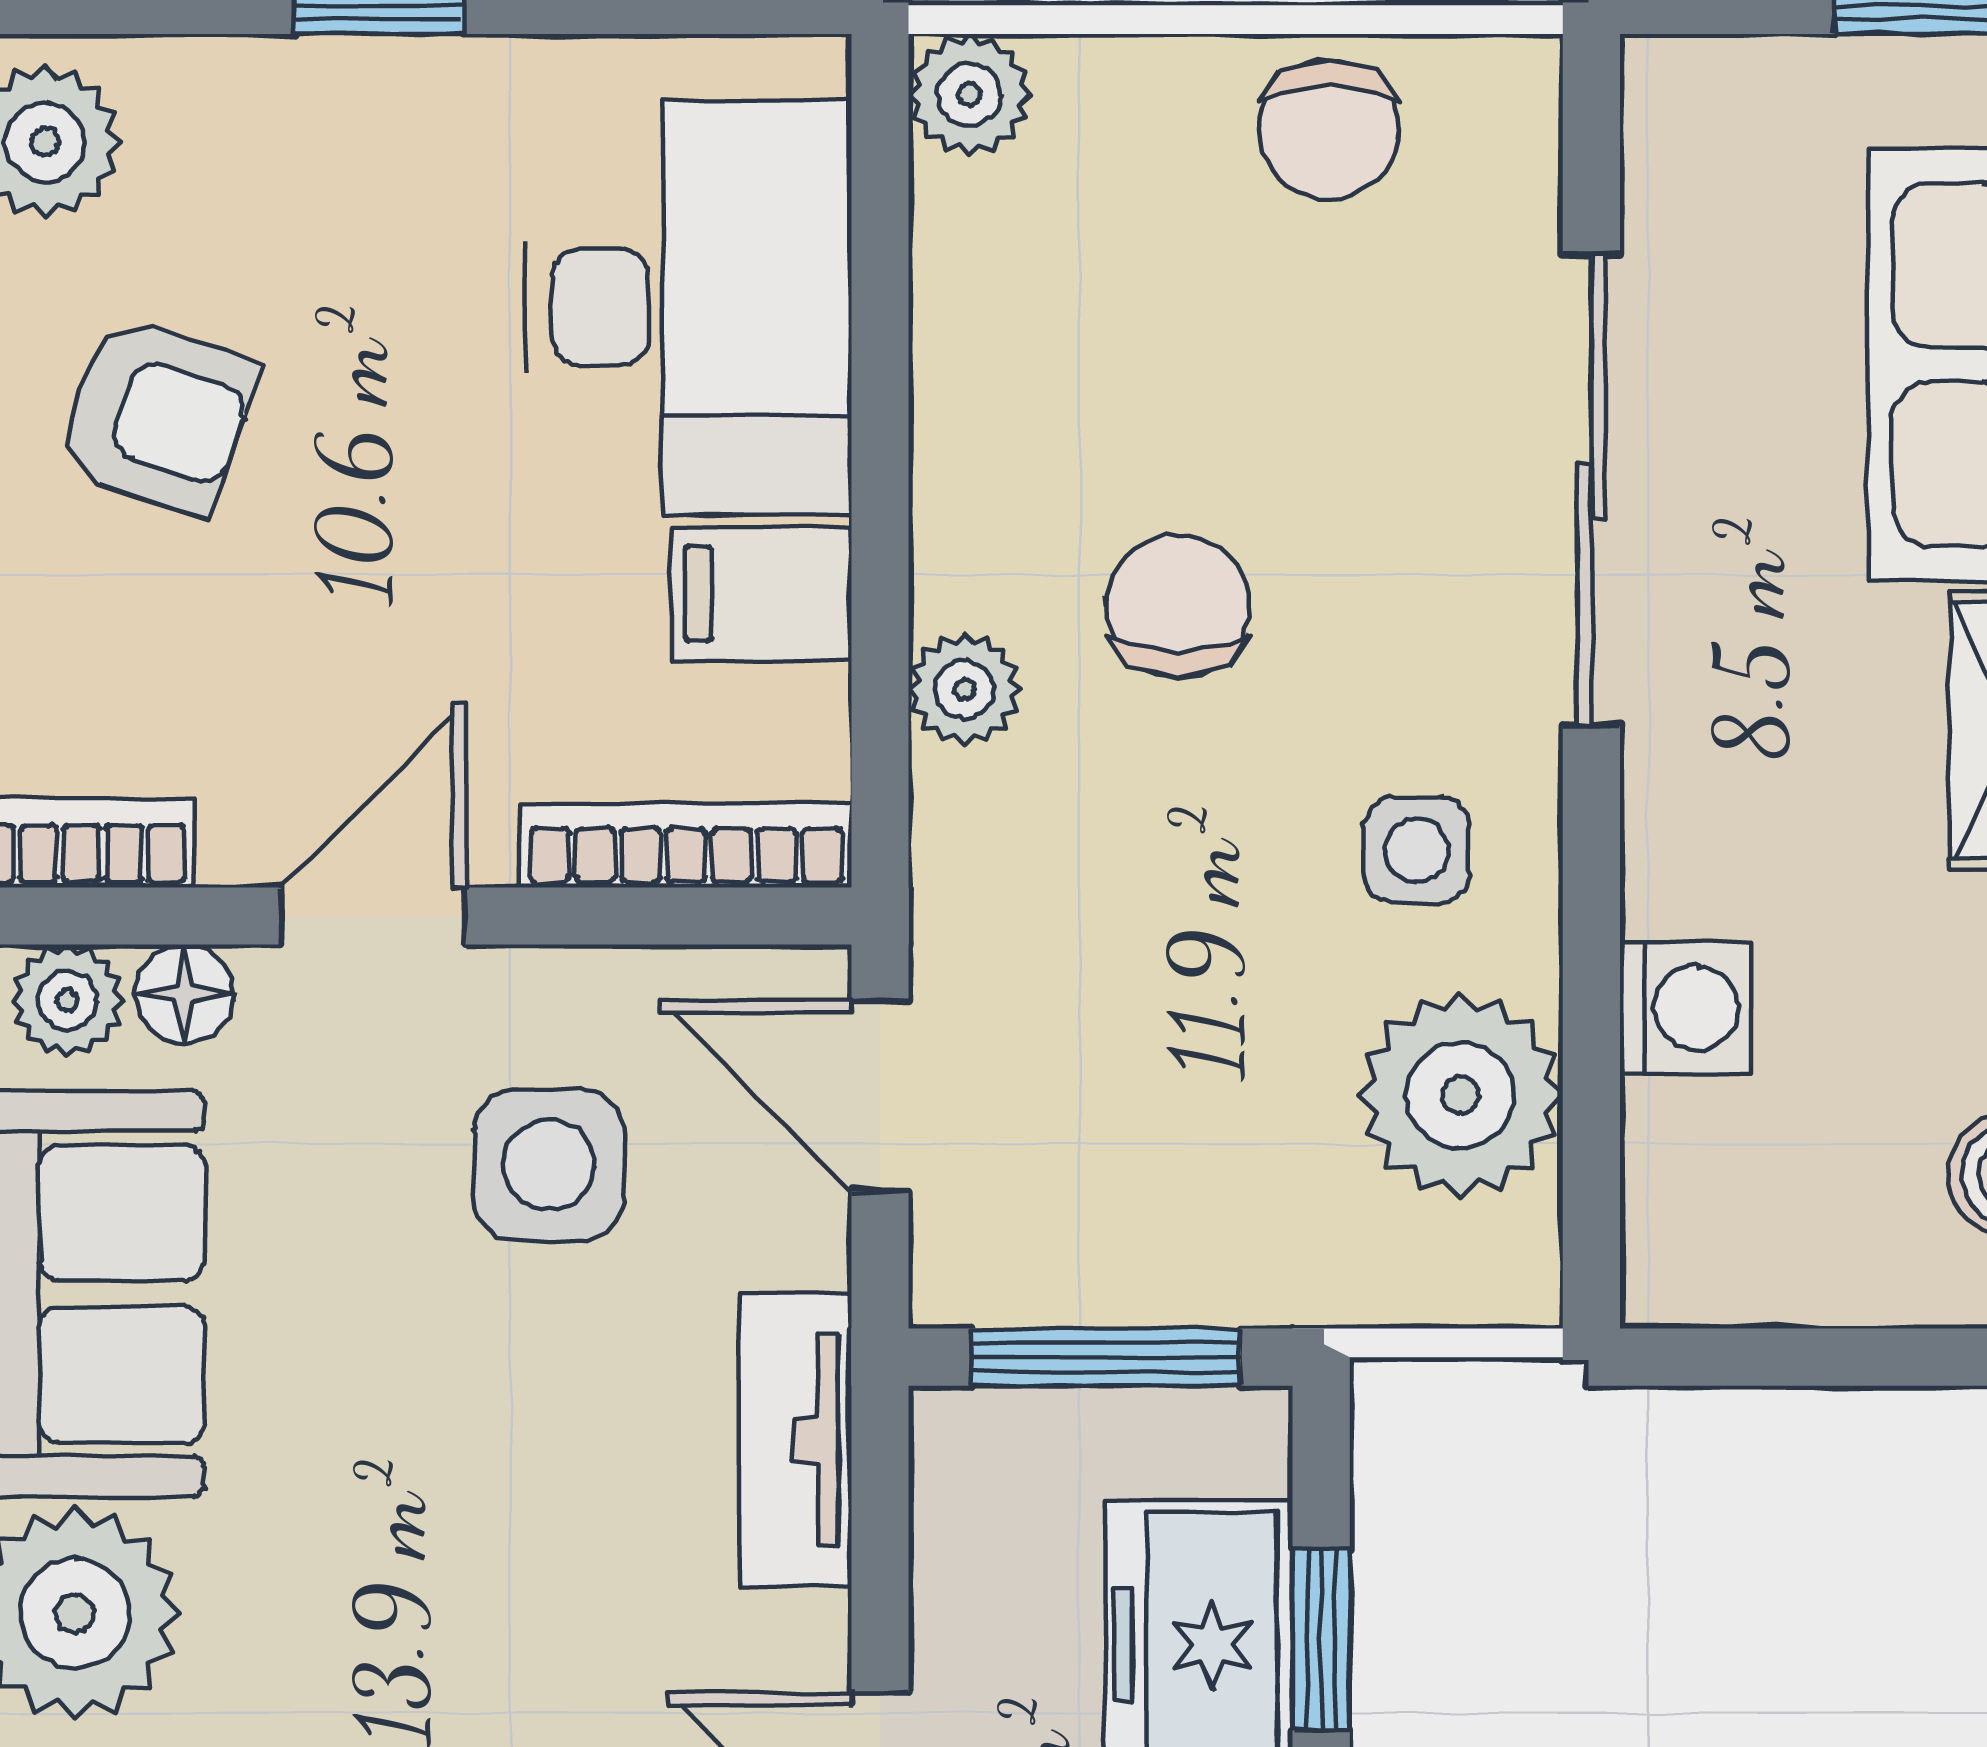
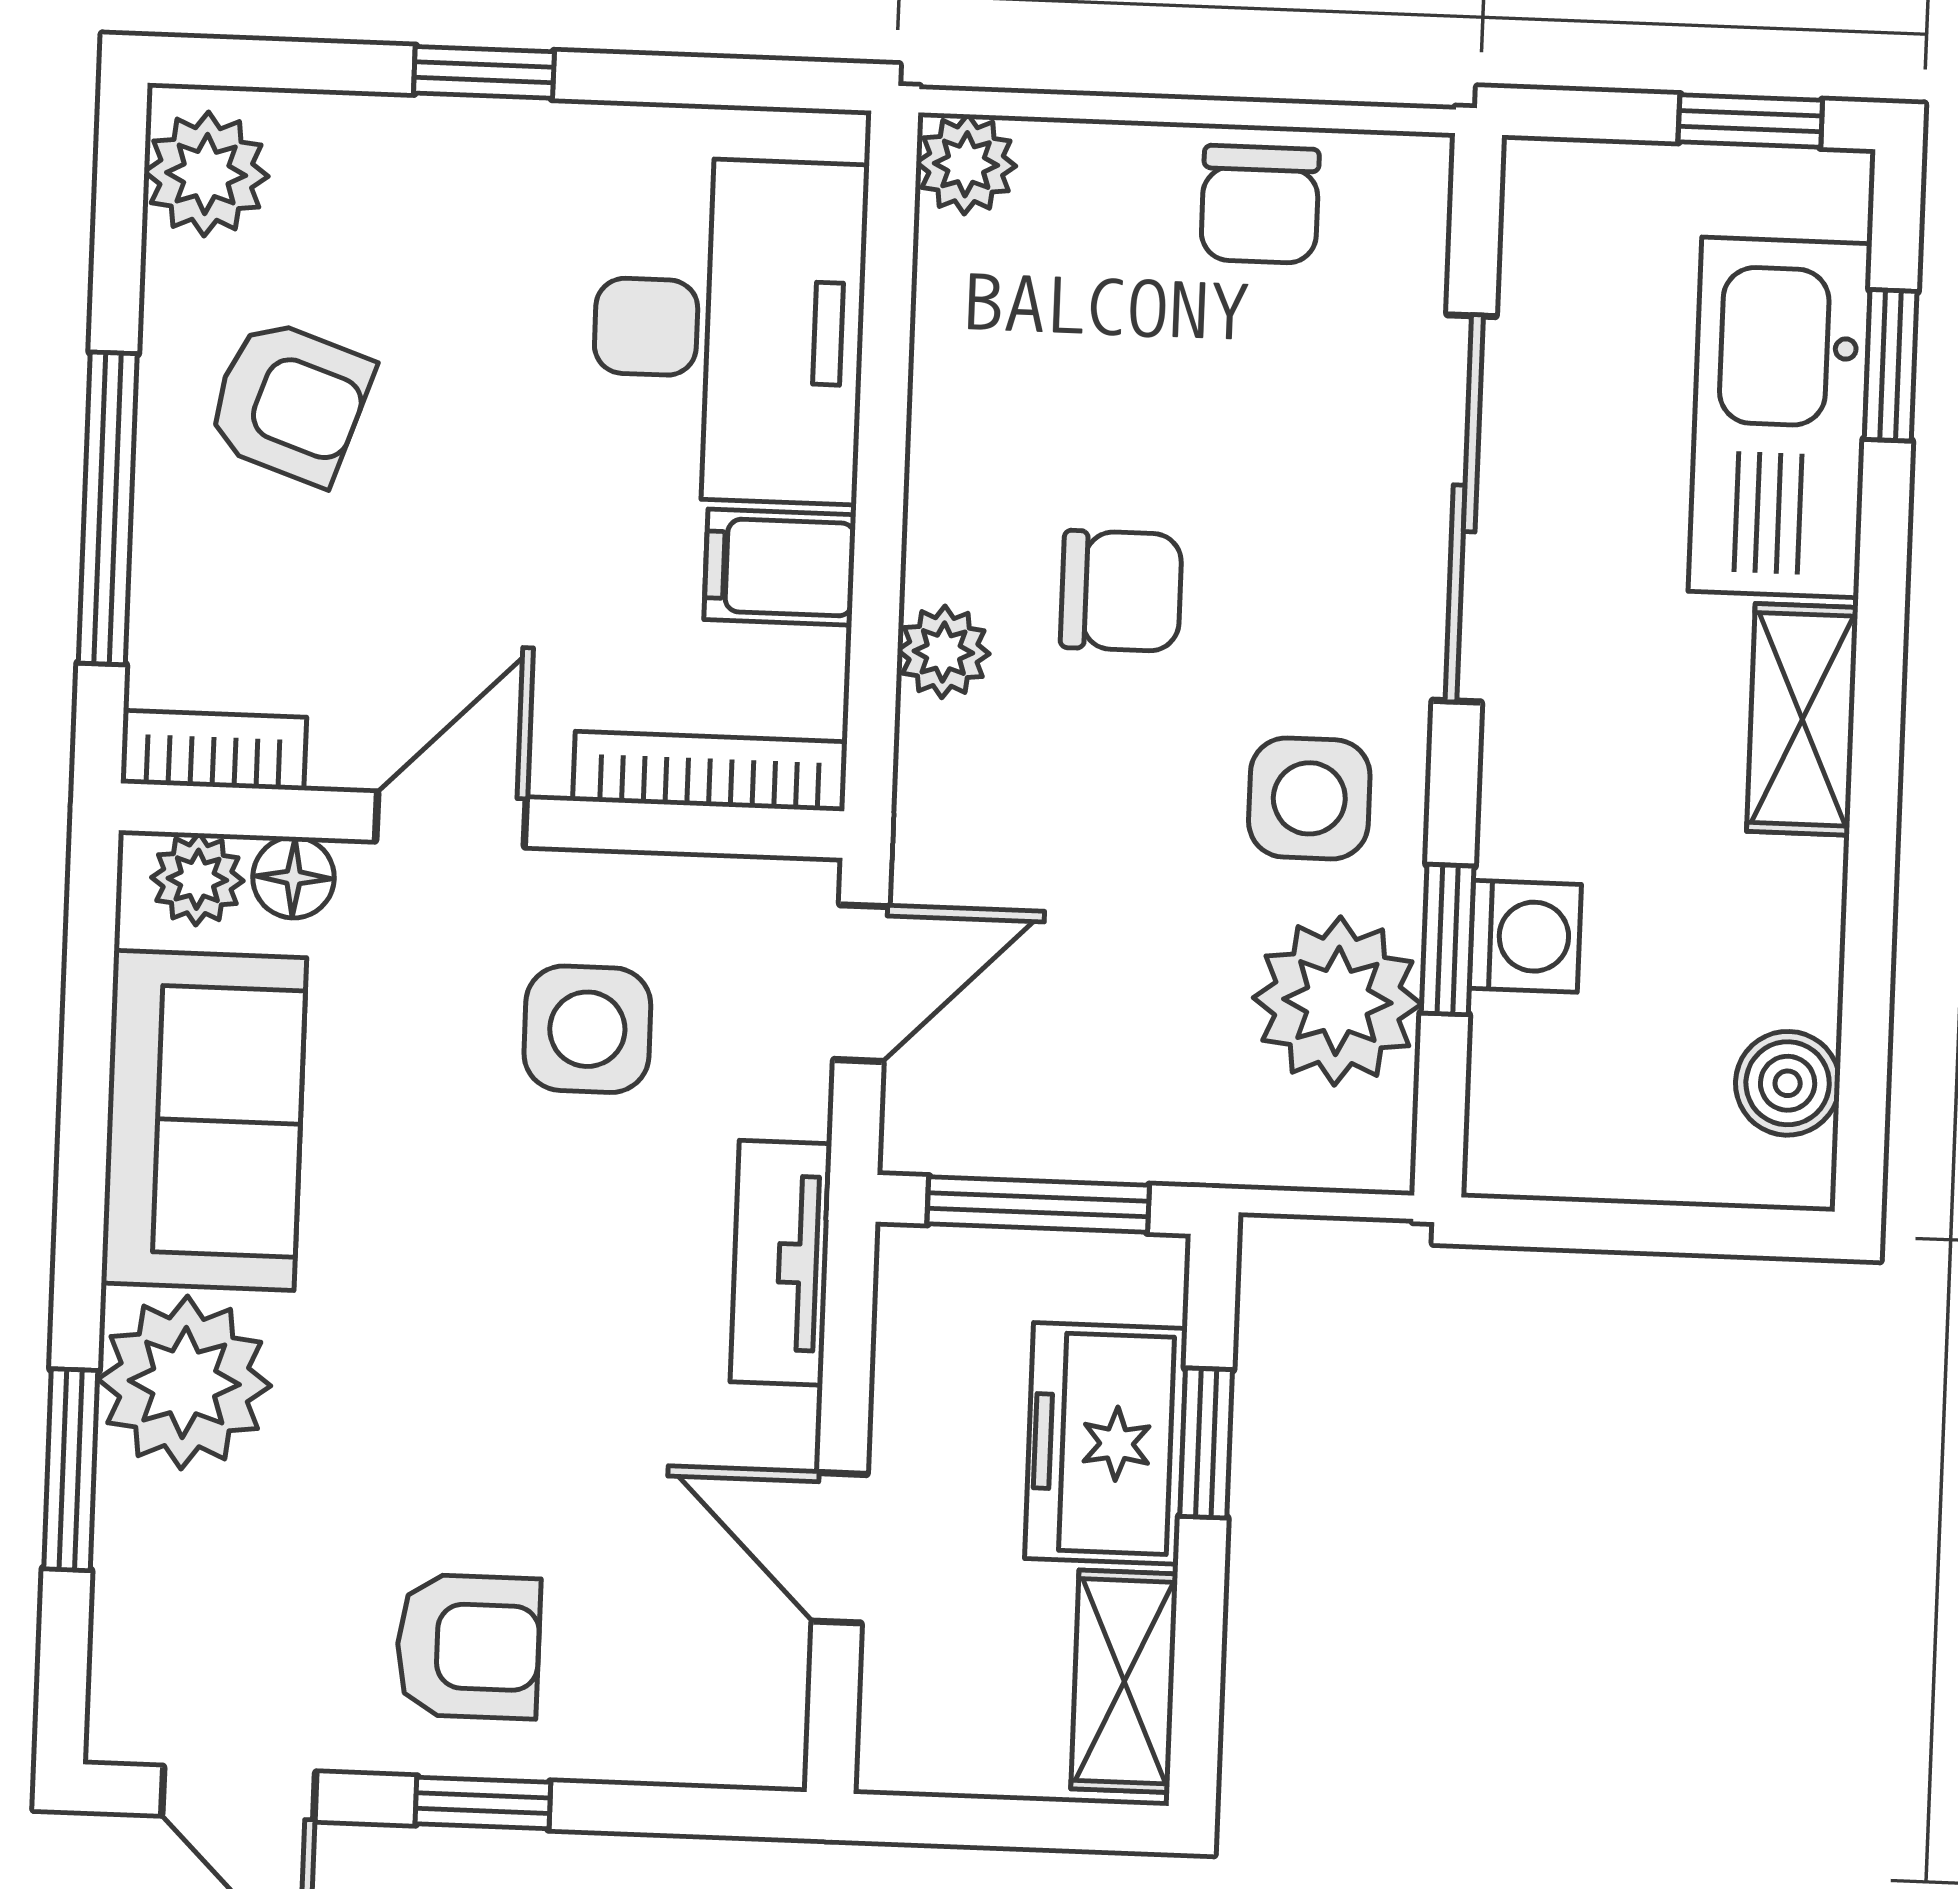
chair: (1178, 607) -> (1121, 591), turned 90
side table: (1417, 850) -> (1309, 798), width x1.37, depth x1.37
window: (1591, 1016) -> (1448, 940), added
door: (880, 1096) -> (861, 983), swing flipped

